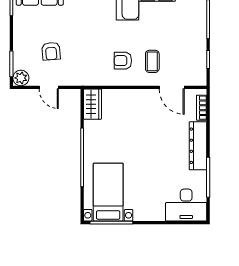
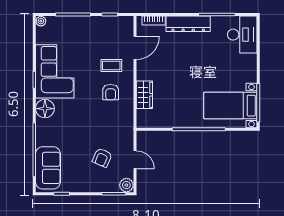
armchair: (51, 51) -> (102, 158), turned 117
door: (49, 87) -> (135, 160), hinge flipped
wardrobe: (92, 104) -> (144, 95), moved, turned 90

